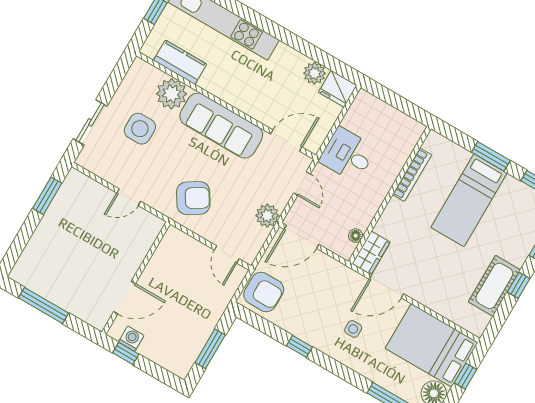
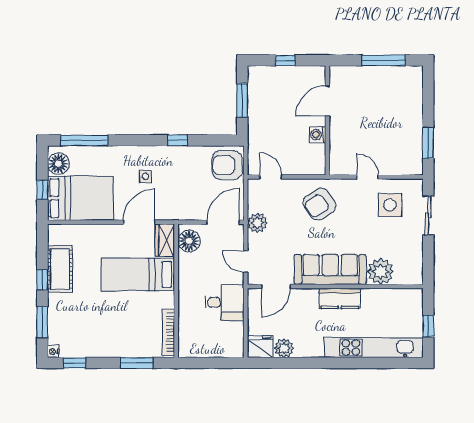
kitchen counter: (180, 62) -> (340, 298), moved
side table: (140, 129) -> (390, 205), moved
window: (491, 156) -> (137, 363), moved
bookcase: (412, 175) -> (168, 332), moved
door: (129, 197) -> (368, 177), hinge flipped
bed: (469, 200) -> (138, 274), moved, turned -90
floor lamp: (356, 236) -> (189, 241), width x1.89, depth x1.89
washing machine: (131, 339) -> (318, 135), moved, turned 90
window: (126, 354) -> (285, 60), moved

